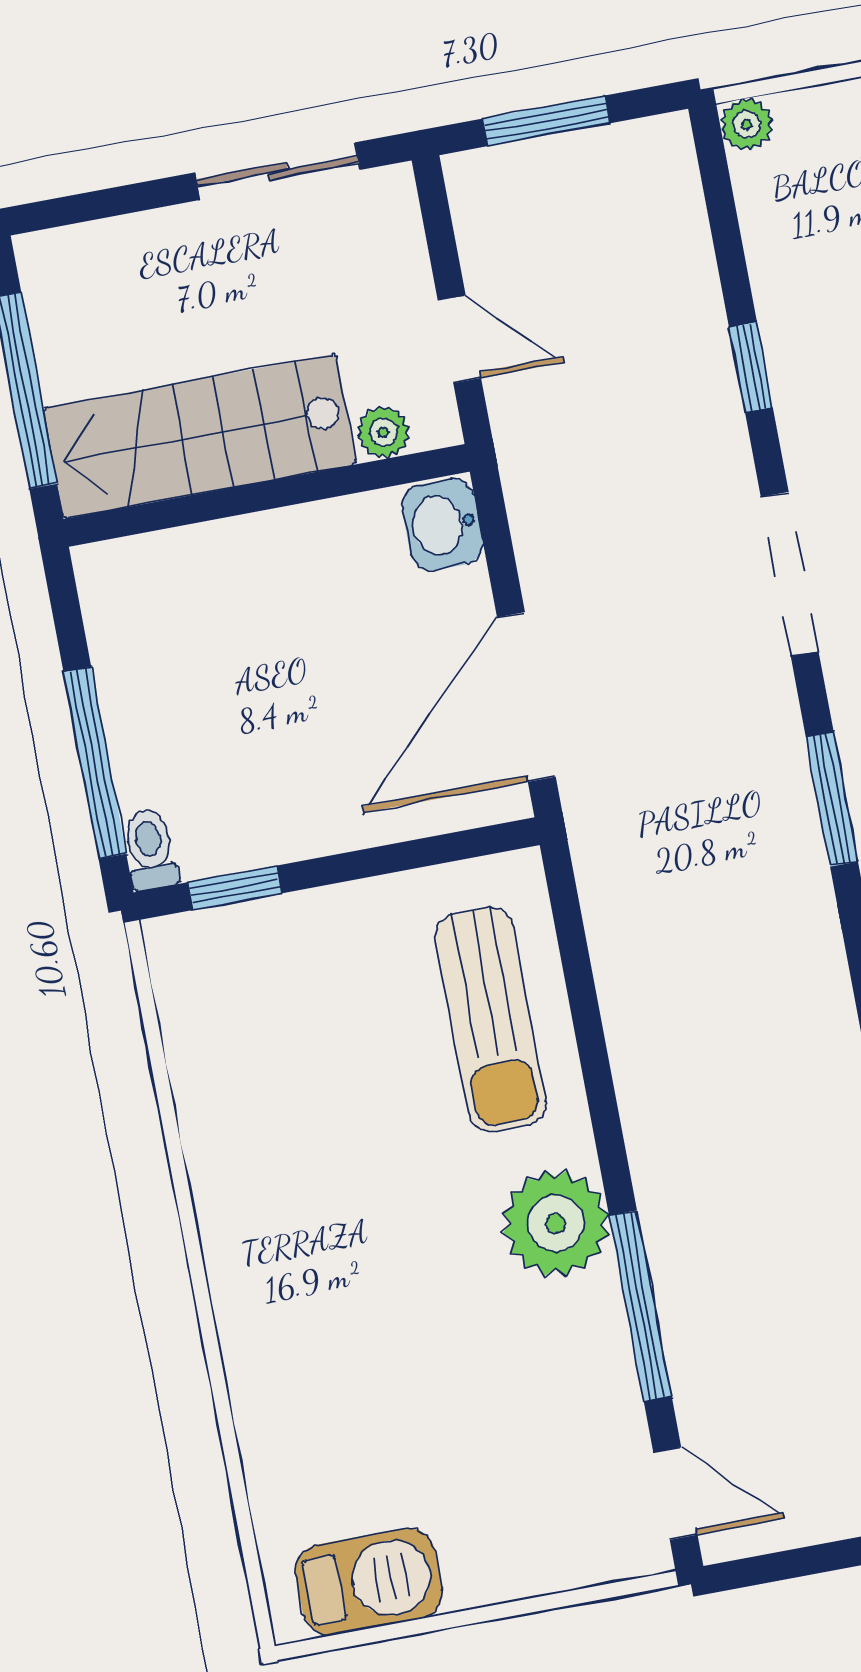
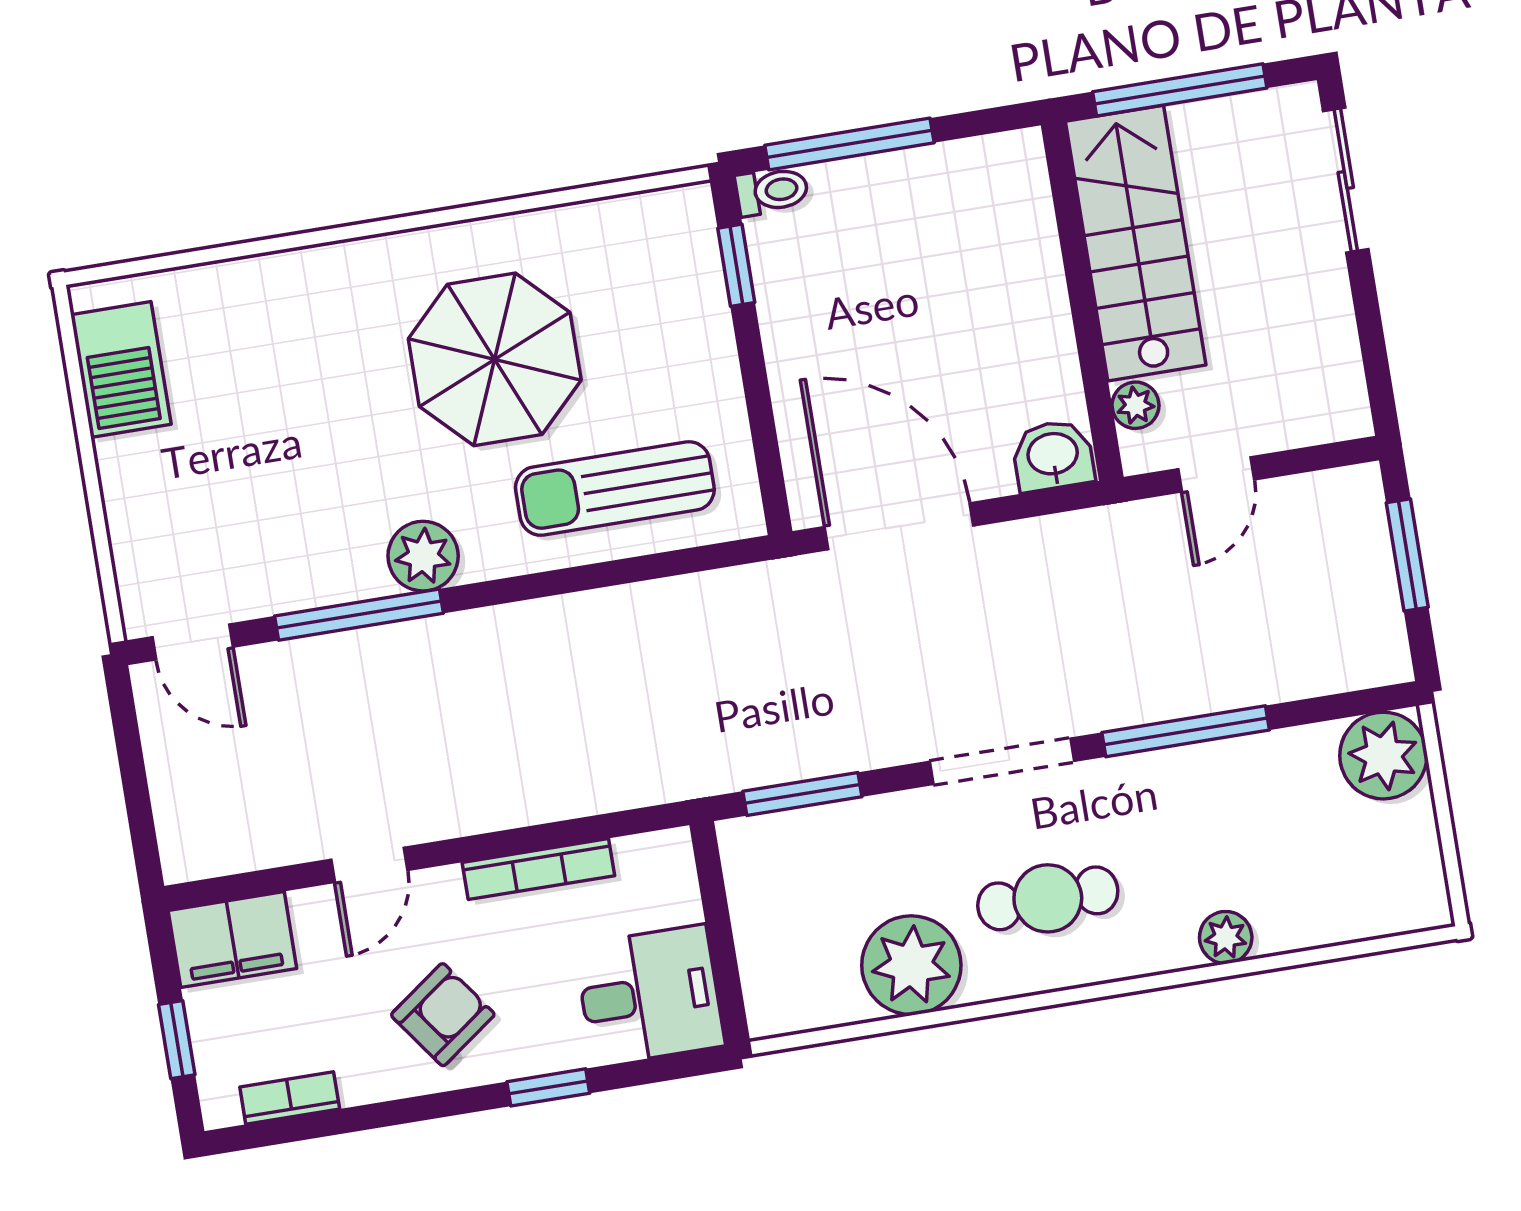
plant: (747, 124) -> (1383, 756), width x1.87, depth x1.87
sliding door: (278, 171) -> (1346, 180), moved
window: (751, 367) -> (1186, 731), width x2.17
parasol: (348, 1159) -> (495, 359), added
plant: (556, 1223) -> (423, 556), width x0.73, depth x0.73
door: (675, 1494) -> (193, 642), hinge flipped

